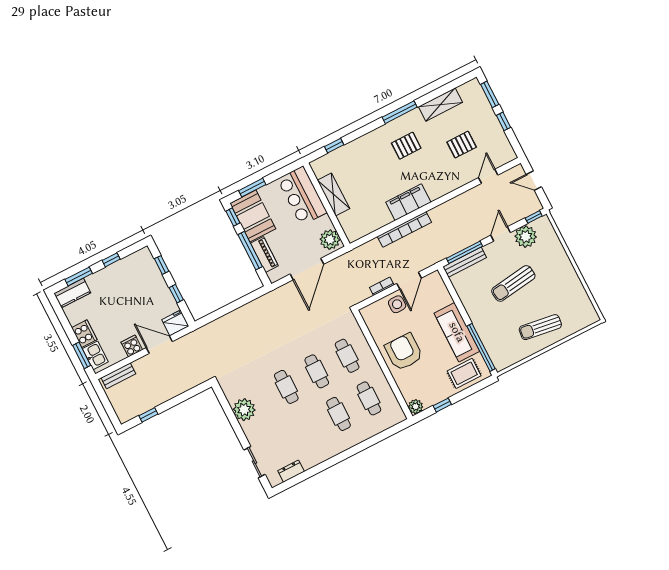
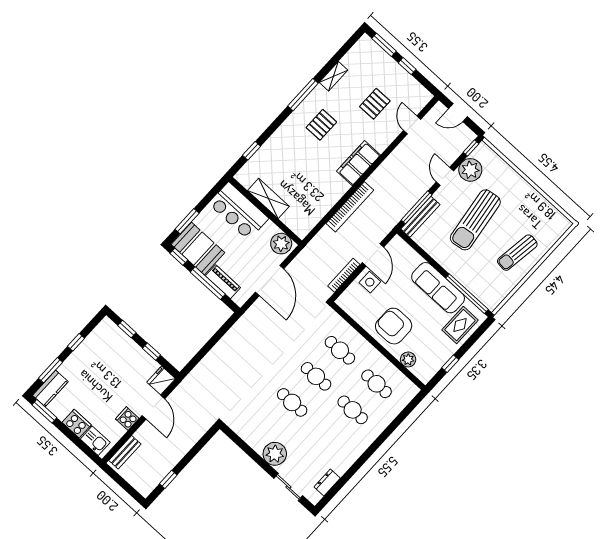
shelving: (440, 105) -> (333, 76), width x0.67, depth x0.75
filing cabinet: (408, 202) -> (358, 163), moved
sun lounger: (513, 283) -> (475, 220), width x1.36, depth x1.34
bookcase: (382, 286) -> (344, 275), width x1.56
door: (159, 345) -> (153, 407), swing flipped
window: (82, 355) -> (44, 411), moved
plant: (416, 407) -> (408, 359), moved
plant: (244, 410) -> (275, 454), moved

